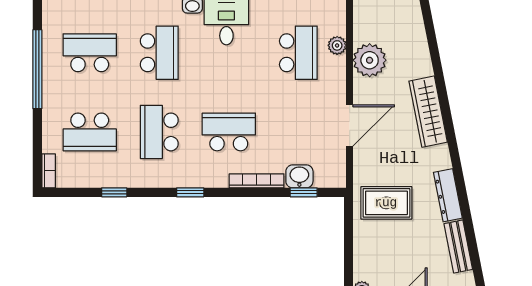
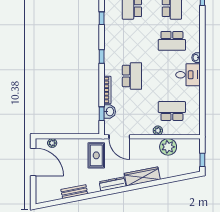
plant: (337, 45) -> (158, 131), moved
school desk: (298, 53) -> (172, 111), turned 180
door: (350, 125) -> (119, 137), moved
school desk: (159, 132) -> (132, 41), removed
dresser: (448, 195) -> (112, 184), moved

